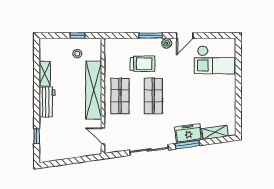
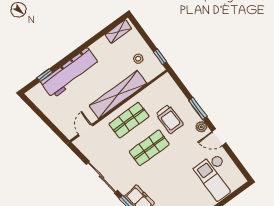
window: (77, 35) -> (160, 57), moved
shelving: (45, 74) -> (118, 32), moved
workbench: (47, 102) -> (70, 73), width x1.88, depth x1.32

